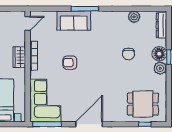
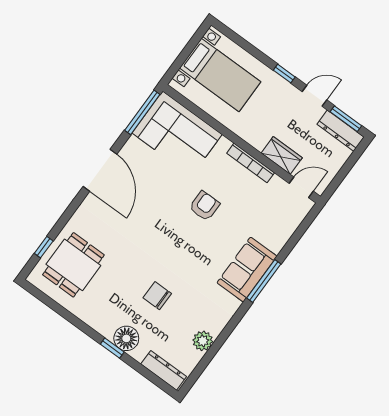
sofa: (74, 21) -> (247, 270), moved
door: (28, 23) -> (301, 187), swing flipped
wardrobe: (19, 57) -> (282, 155), moved
plant: (160, 68) -> (105, 325), removed

